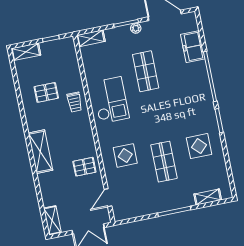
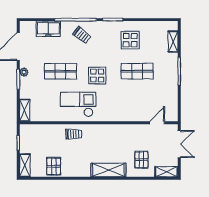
trolley: (193, 88) -> (82, 35), added
pallet: (46, 92) -> (54, 166), moved
display table: (125, 155) -> (97, 76), moved
pallet: (84, 167) -> (141, 160), moved
door: (108, 198) -> (157, 123), swing flipped

